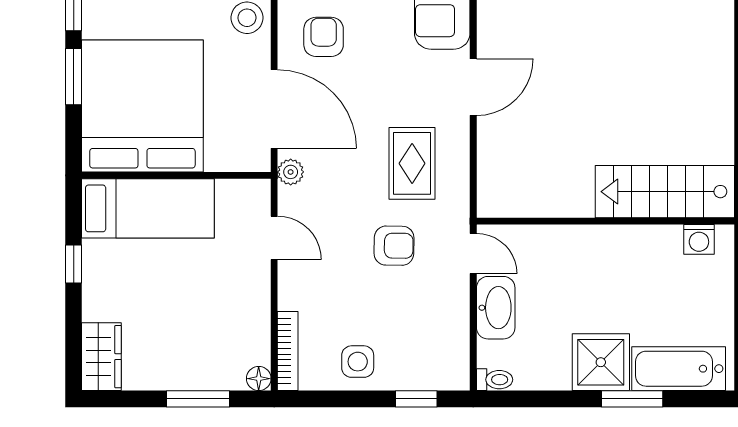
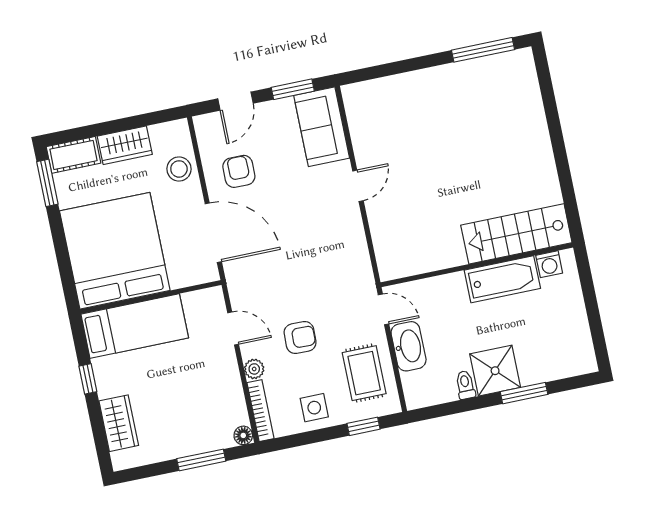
window: (74, 77) -> (59, 240), removed
door: (473, 87) -> (358, 186), width x0.73
rug: (412, 163) -> (364, 373), moved
plant: (291, 172) -> (254, 369), moved
armchair: (394, 246) -> (300, 338), moved
wardrobe: (101, 357) -> (119, 423), moved
bathtub: (679, 369) -> (502, 279), moved, turned 180
toilet: (495, 380) -> (465, 385), moved, turned -90

